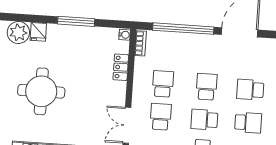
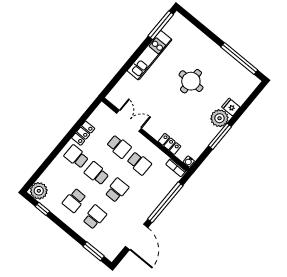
plant: (18, 33) -> (219, 118), moved
school desk: (207, 87) -> (117, 190), turned -90
round table: (41, 91) -> (191, 81), width x0.73, depth x0.73
school desk: (204, 120) -> (97, 173), turned -90

